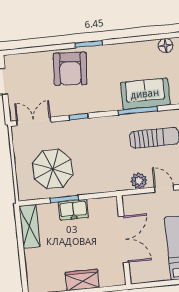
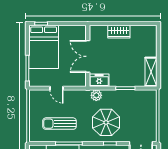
parasol: (53, 169) -> (106, 122), moved
plant: (139, 181) -> (96, 95), moved
freezer: (73, 210) -> (99, 80), moved

